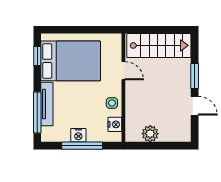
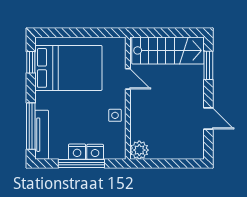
window: (195, 76) -> (208, 65), moved
tv unit: (47, 104) -> (42, 135), moved
nightstand: (115, 124) -> (95, 152), moved, turned 90
plant: (150, 134) -> (139, 150), moved

